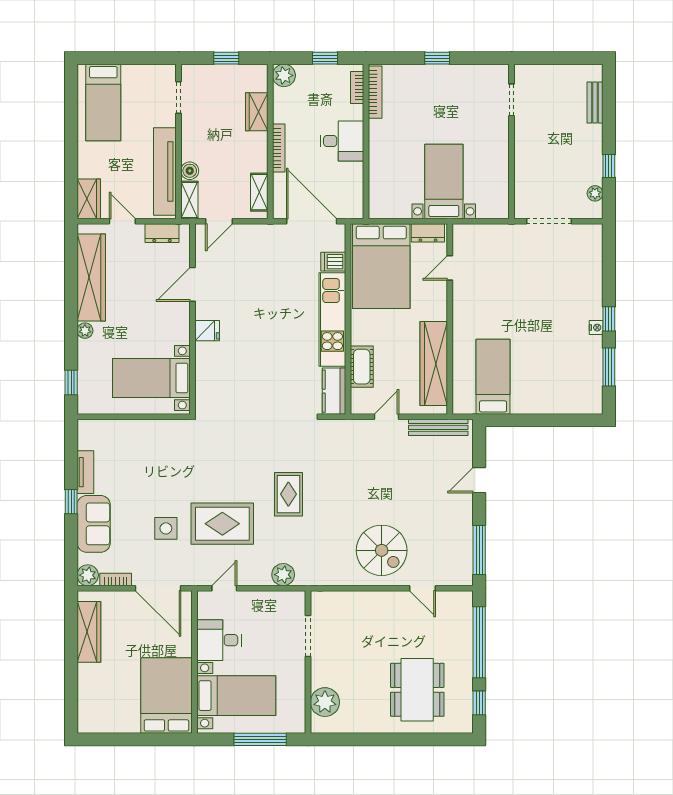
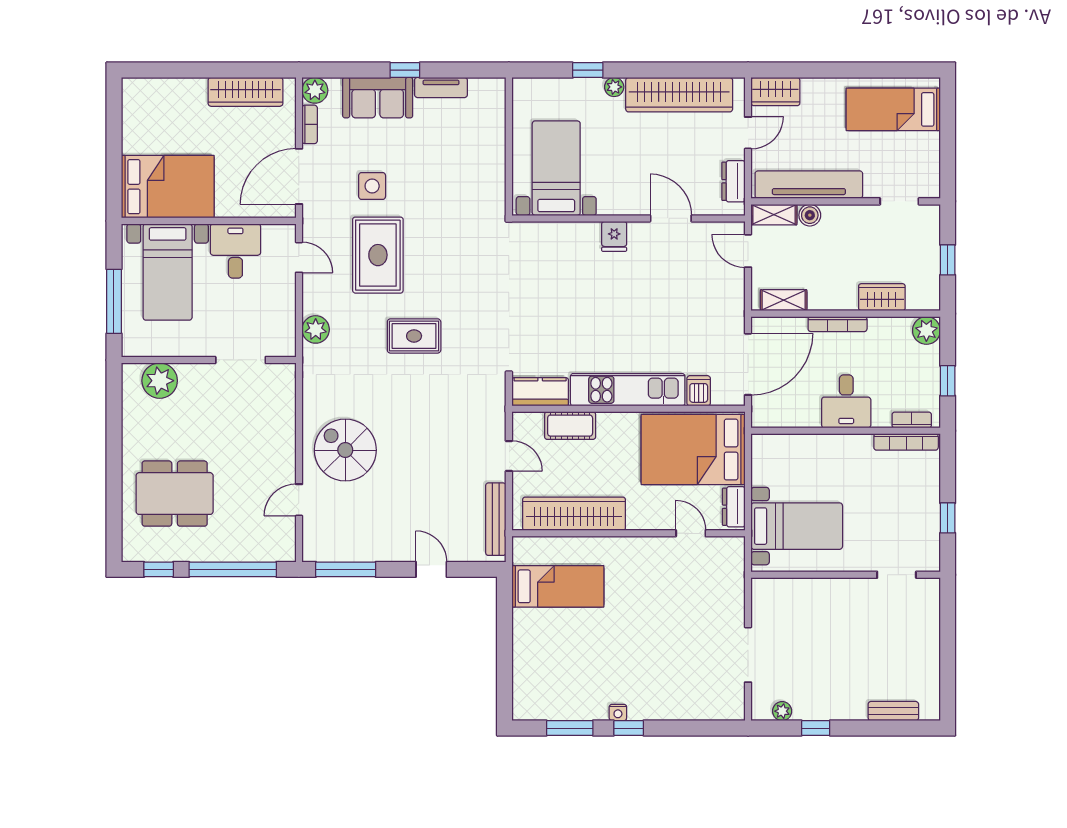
doorway: (511, 100) -> (897, 575), moved
wall: (511, 141) -> (846, 575), moved
window: (71, 382) -> (588, 70), moved
spiral stairs: (382, 550) -> (345, 450), turned 90

